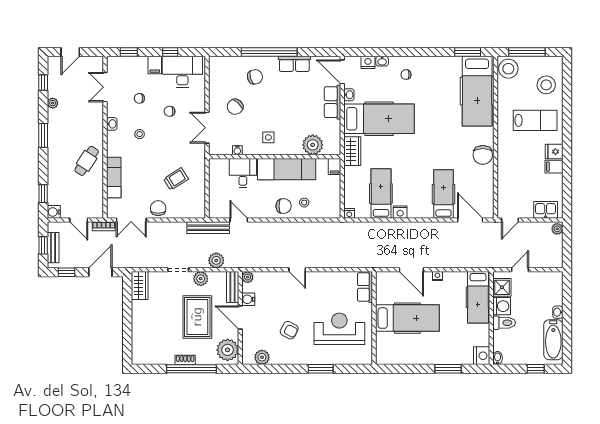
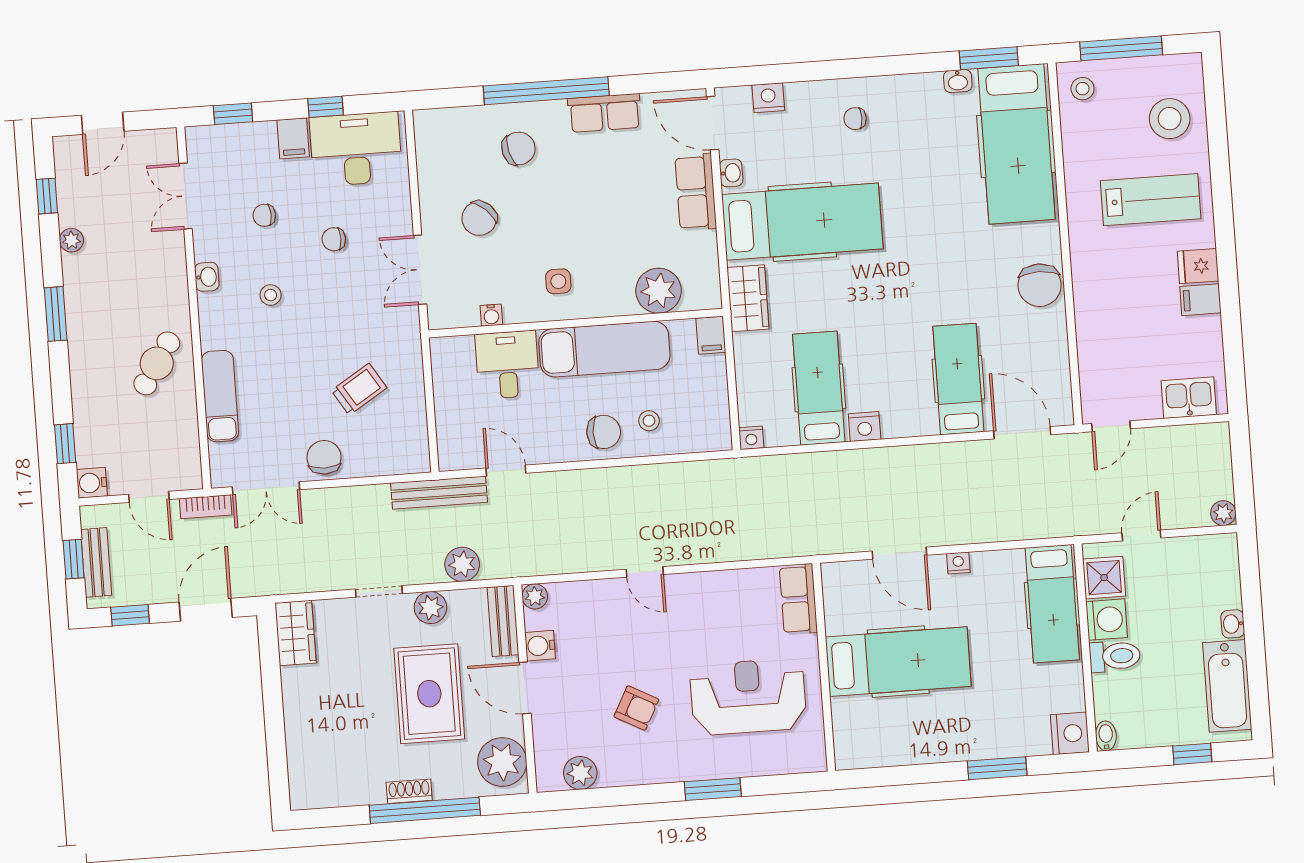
washbasin: (382, 61) -> (958, 81), moved
stool: (508, 69) -> (1083, 89), width x0.53, depth x0.53
plant: (557, 229) -> (1223, 513), moved

